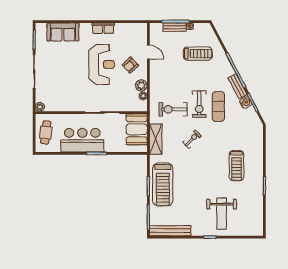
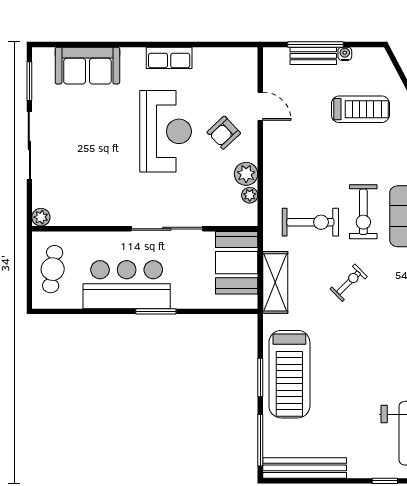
exercise bike: (173, 109) -> (310, 222), turned 180

